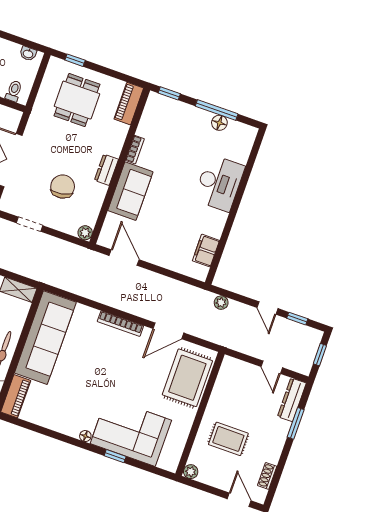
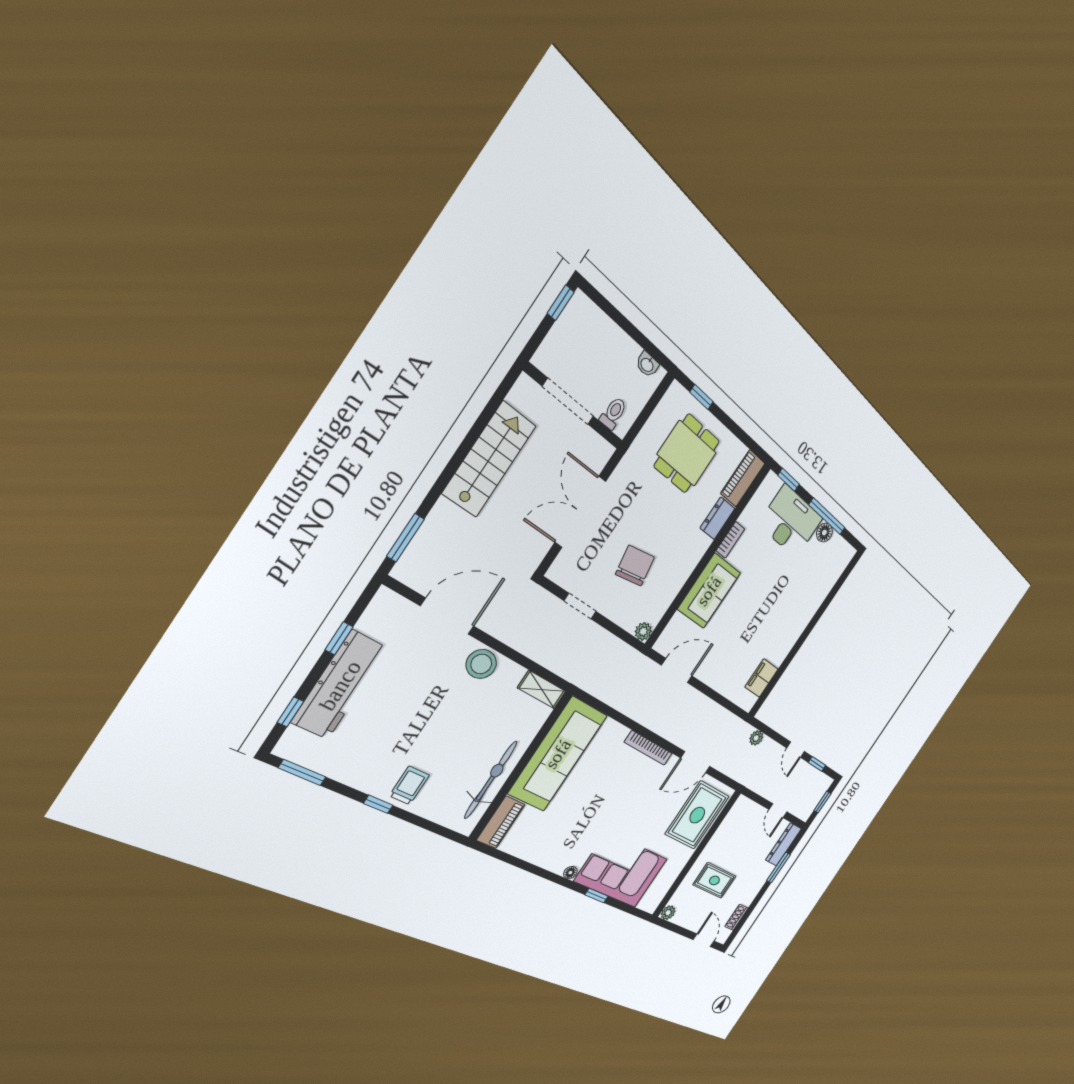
dresser: (106, 170) -> (717, 518), moved
desk: (219, 183) -> (791, 521), moved, turned -90
door: (124, 258) -> (677, 671), hinge flipped

